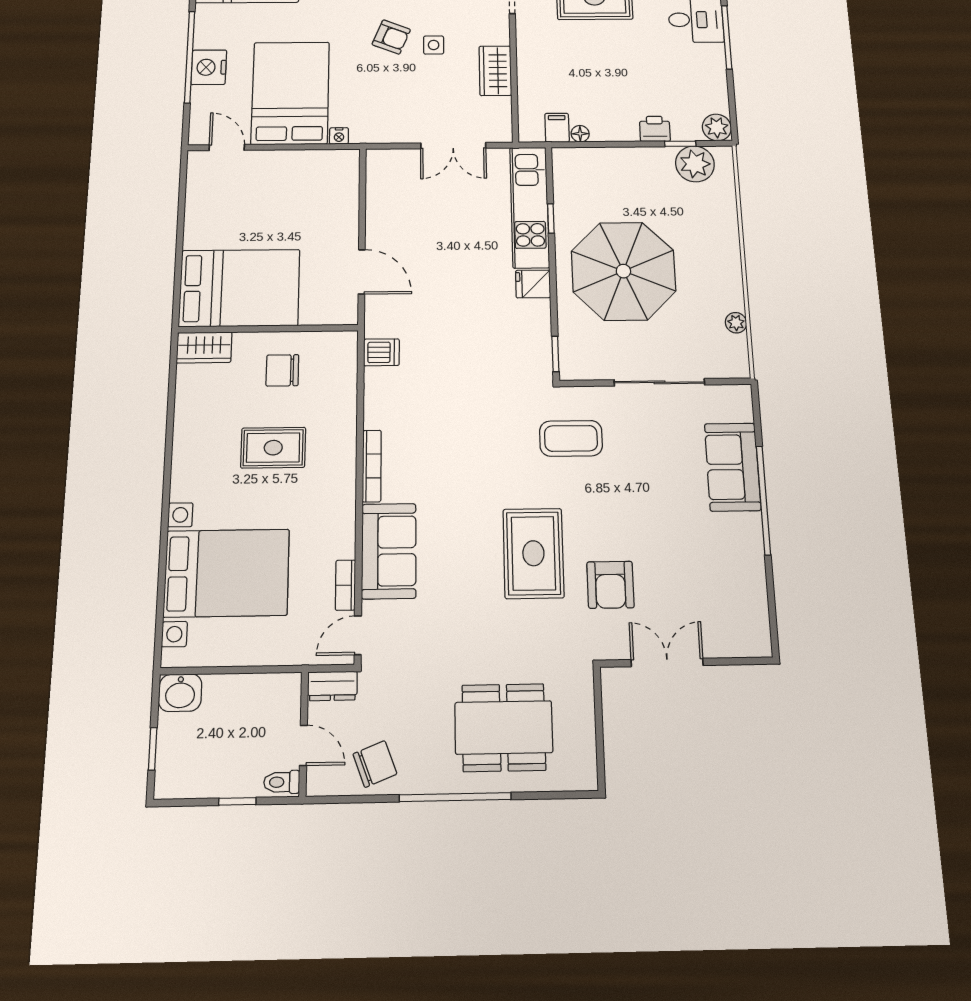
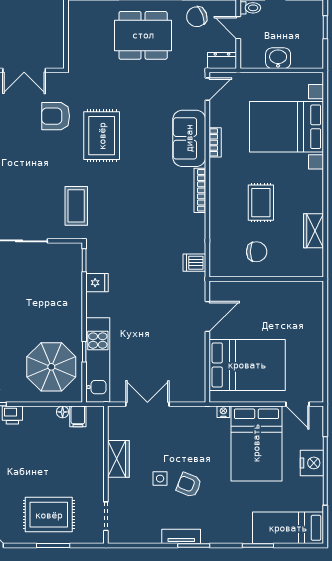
parasol: (623, 271) -> (51, 367), moved, width x0.73, depth x0.73
door: (362, 272) -> (207, 316), swing flipped
fridge: (533, 284) -> (97, 283), moved
bed: (239, 288) -> (247, 365), moved, turned 180
wardrobe: (204, 347) -> (314, 231), moved, turned -90
coffee table: (571, 438) -> (76, 206), turned 90
rug: (273, 448) -> (261, 203), turned 90
bookcase: (345, 585) -> (215, 142), moved
armchair: (610, 585) -> (56, 116), turned -90
washbasin: (180, 693) -> (278, 58), moved
dining table: (504, 727) -> (143, 35), moved

